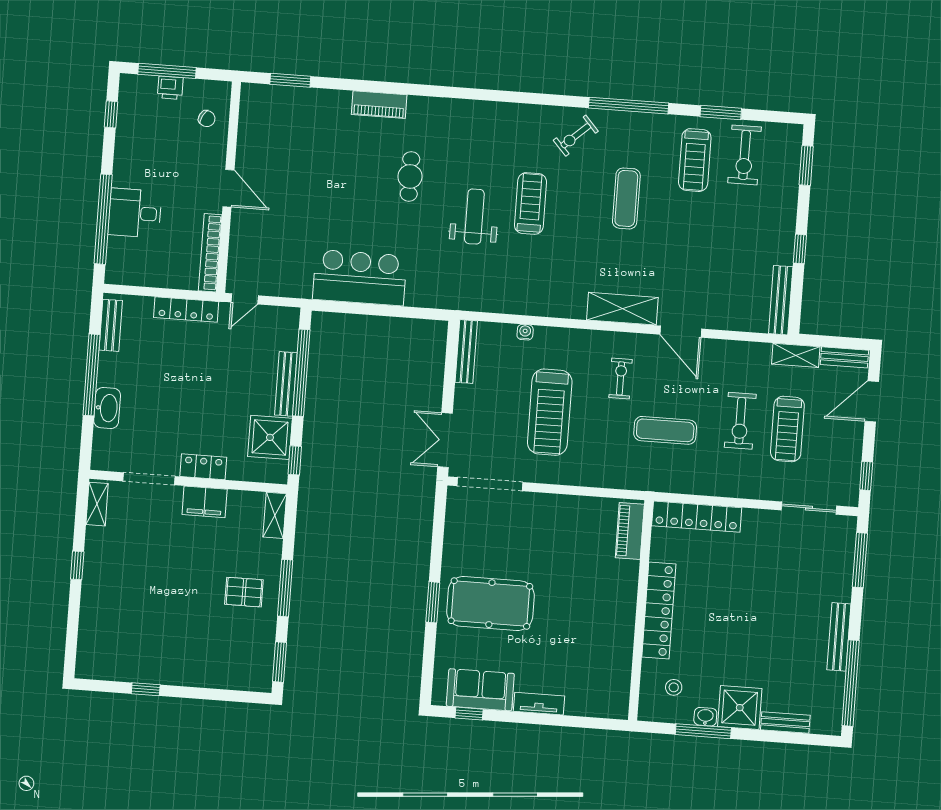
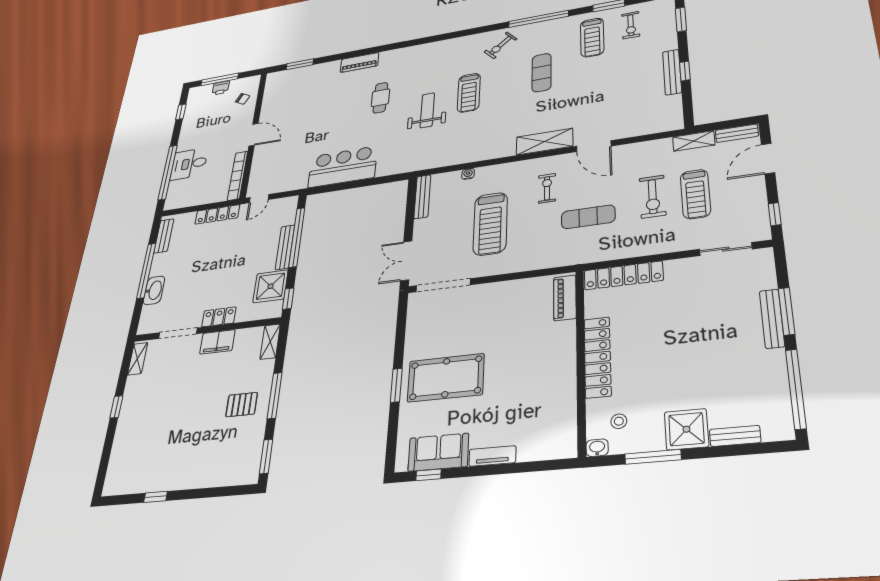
exercise bike: (745, 155) -> (631, 25), width x0.73, depth x0.72
treadmill: (530, 203) -> (469, 93), turned 180
bench: (781, 300) -> (672, 72), moved
window: (860, 560) -> (786, 311), moved
bench: (839, 637) -> (772, 319), moved
washbasin: (705, 717) -> (597, 448), moved

